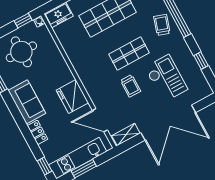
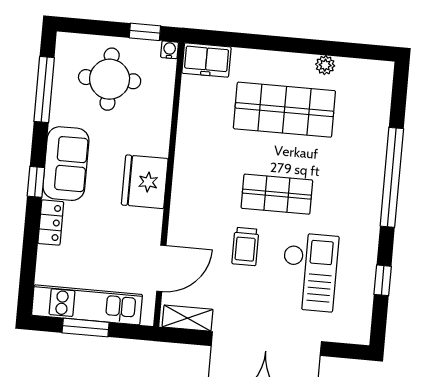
trolley: (162, 25) -> (358, 183), removed
fridge: (72, 97) -> (145, 182), moved
door: (100, 120) -> (161, 268), swing flipped
window: (45, 166) -> (36, 182), moved

